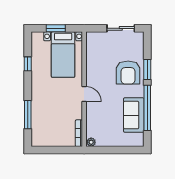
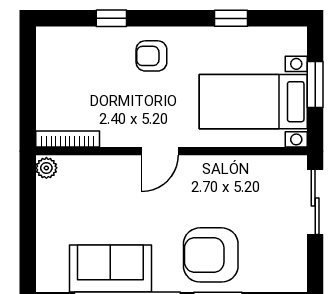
sliding door: (121, 28) -> (315, 202), moved
armchair: (44, 98) -> (151, 56), added
window: (28, 115) -> (111, 18), width x0.46

